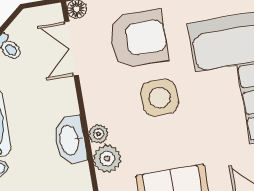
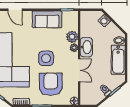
armchair: (138, 39) -> (51, 84), turned 90
double door: (71, 48) -> (79, 70), moved

